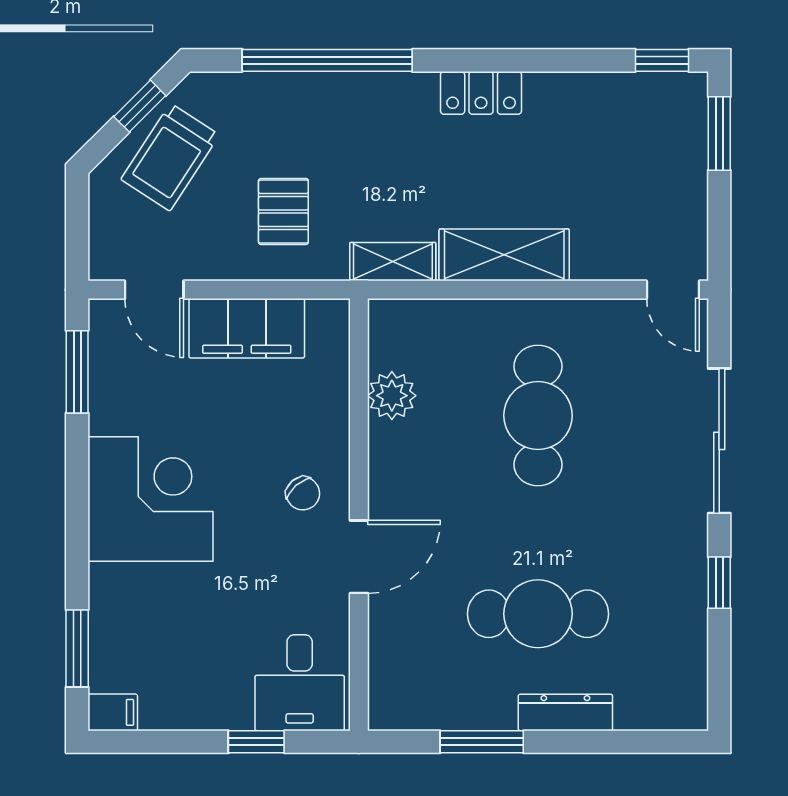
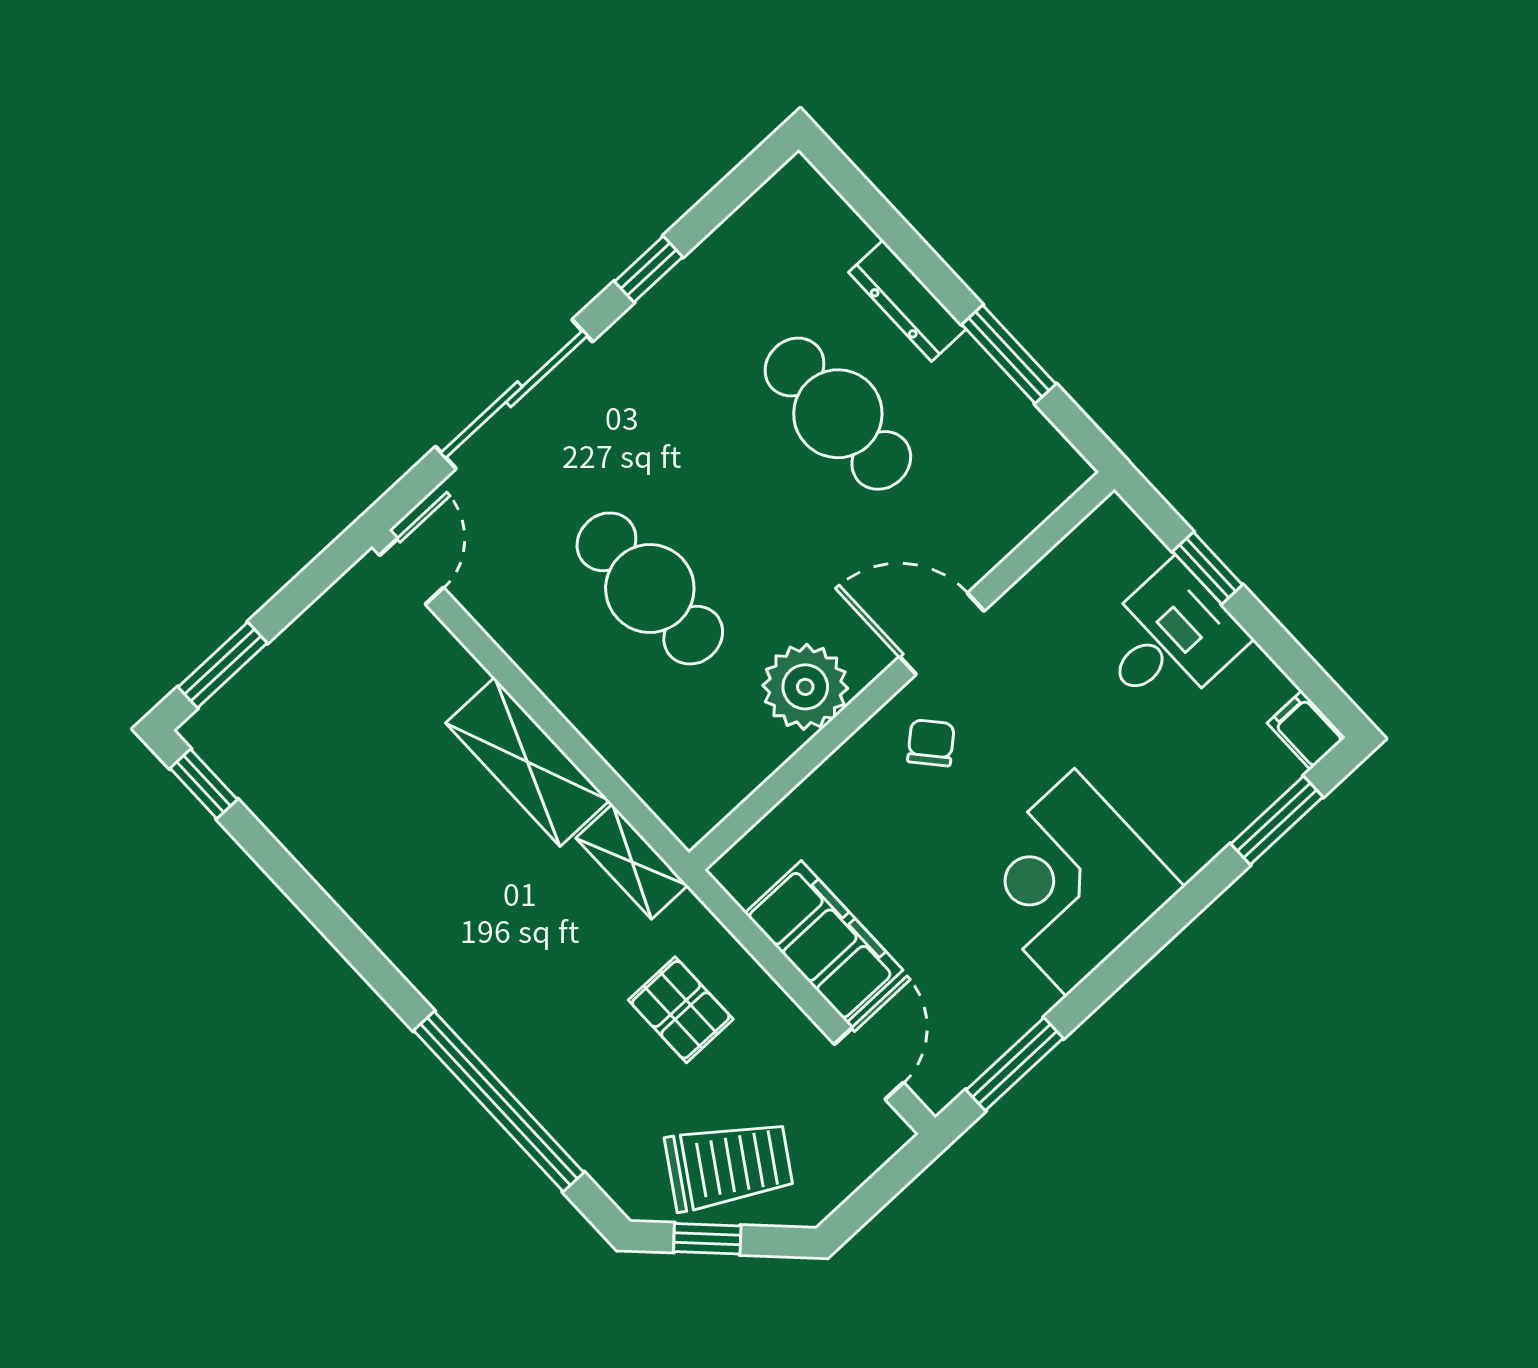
locker: (481, 93) -> (394, 927), removed
pallet: (283, 211) -> (681, 1010), turned 90
plant: (392, 396) -> (805, 687), moved, width x1.36, depth x1.36
cafe table: (538, 415) -> (650, 588), turned 90
desk: (300, 683) -> (1169, 639), moved

